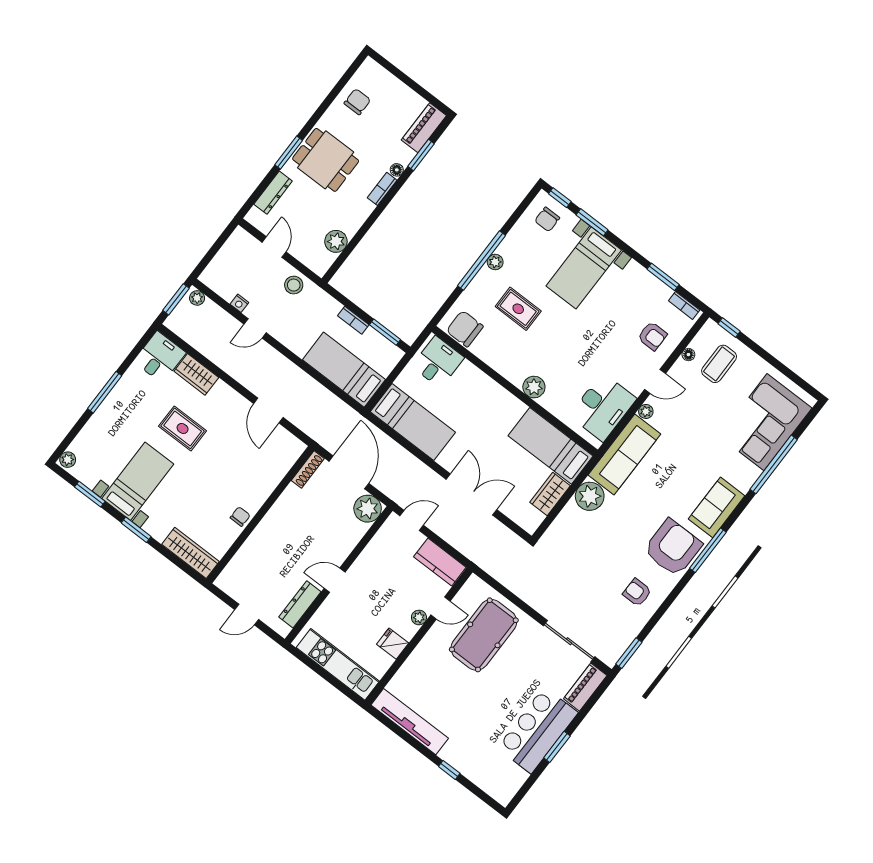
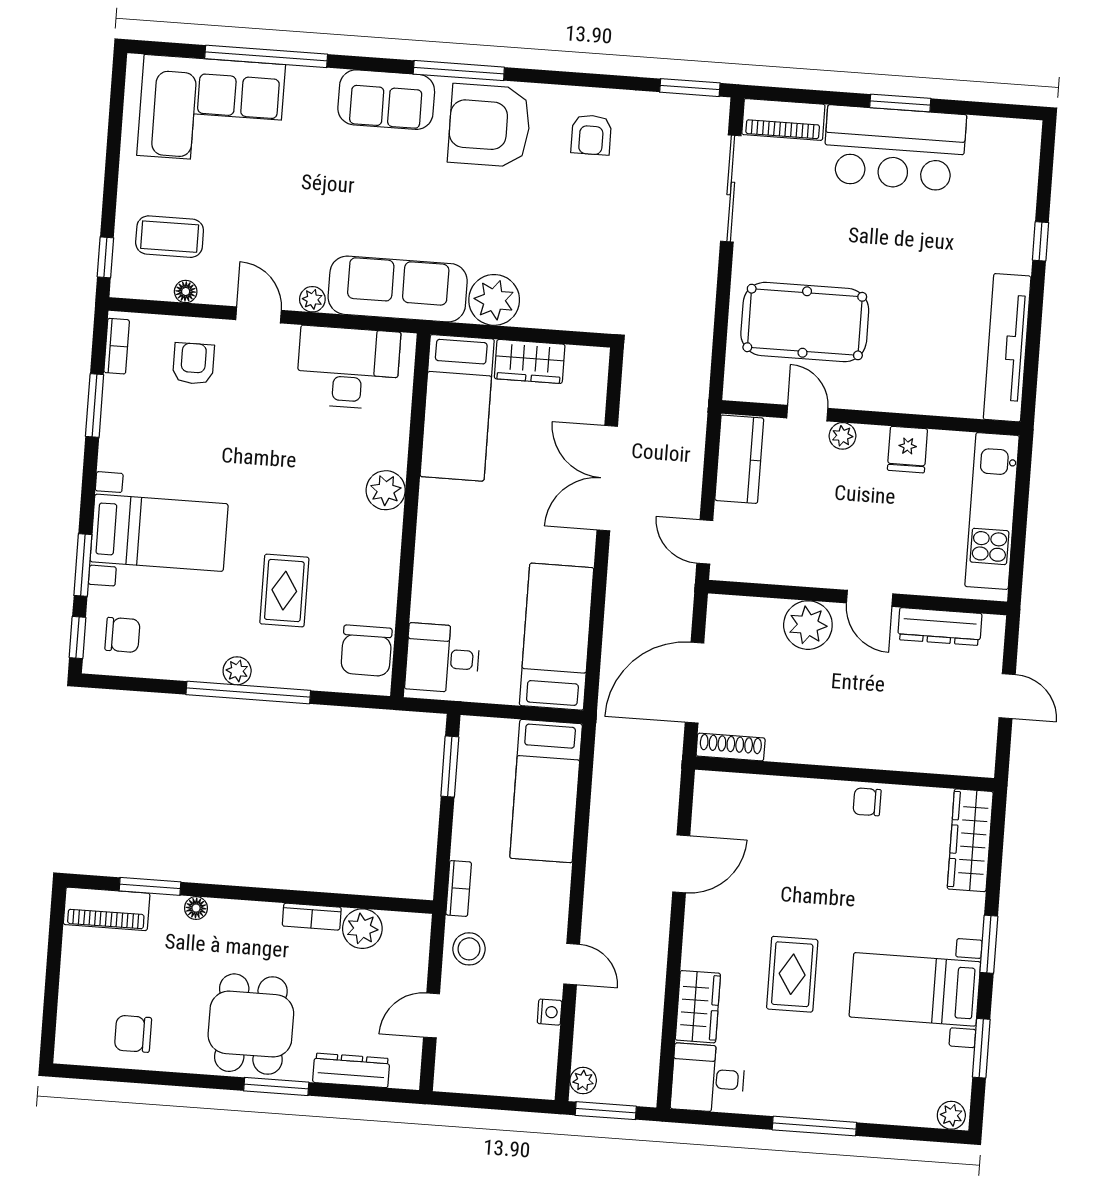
bookcase: (382, 189) -> (312, 917), moved
bookcase: (353, 320) -> (459, 888), moved
plant: (368, 509) -> (808, 625), moved

